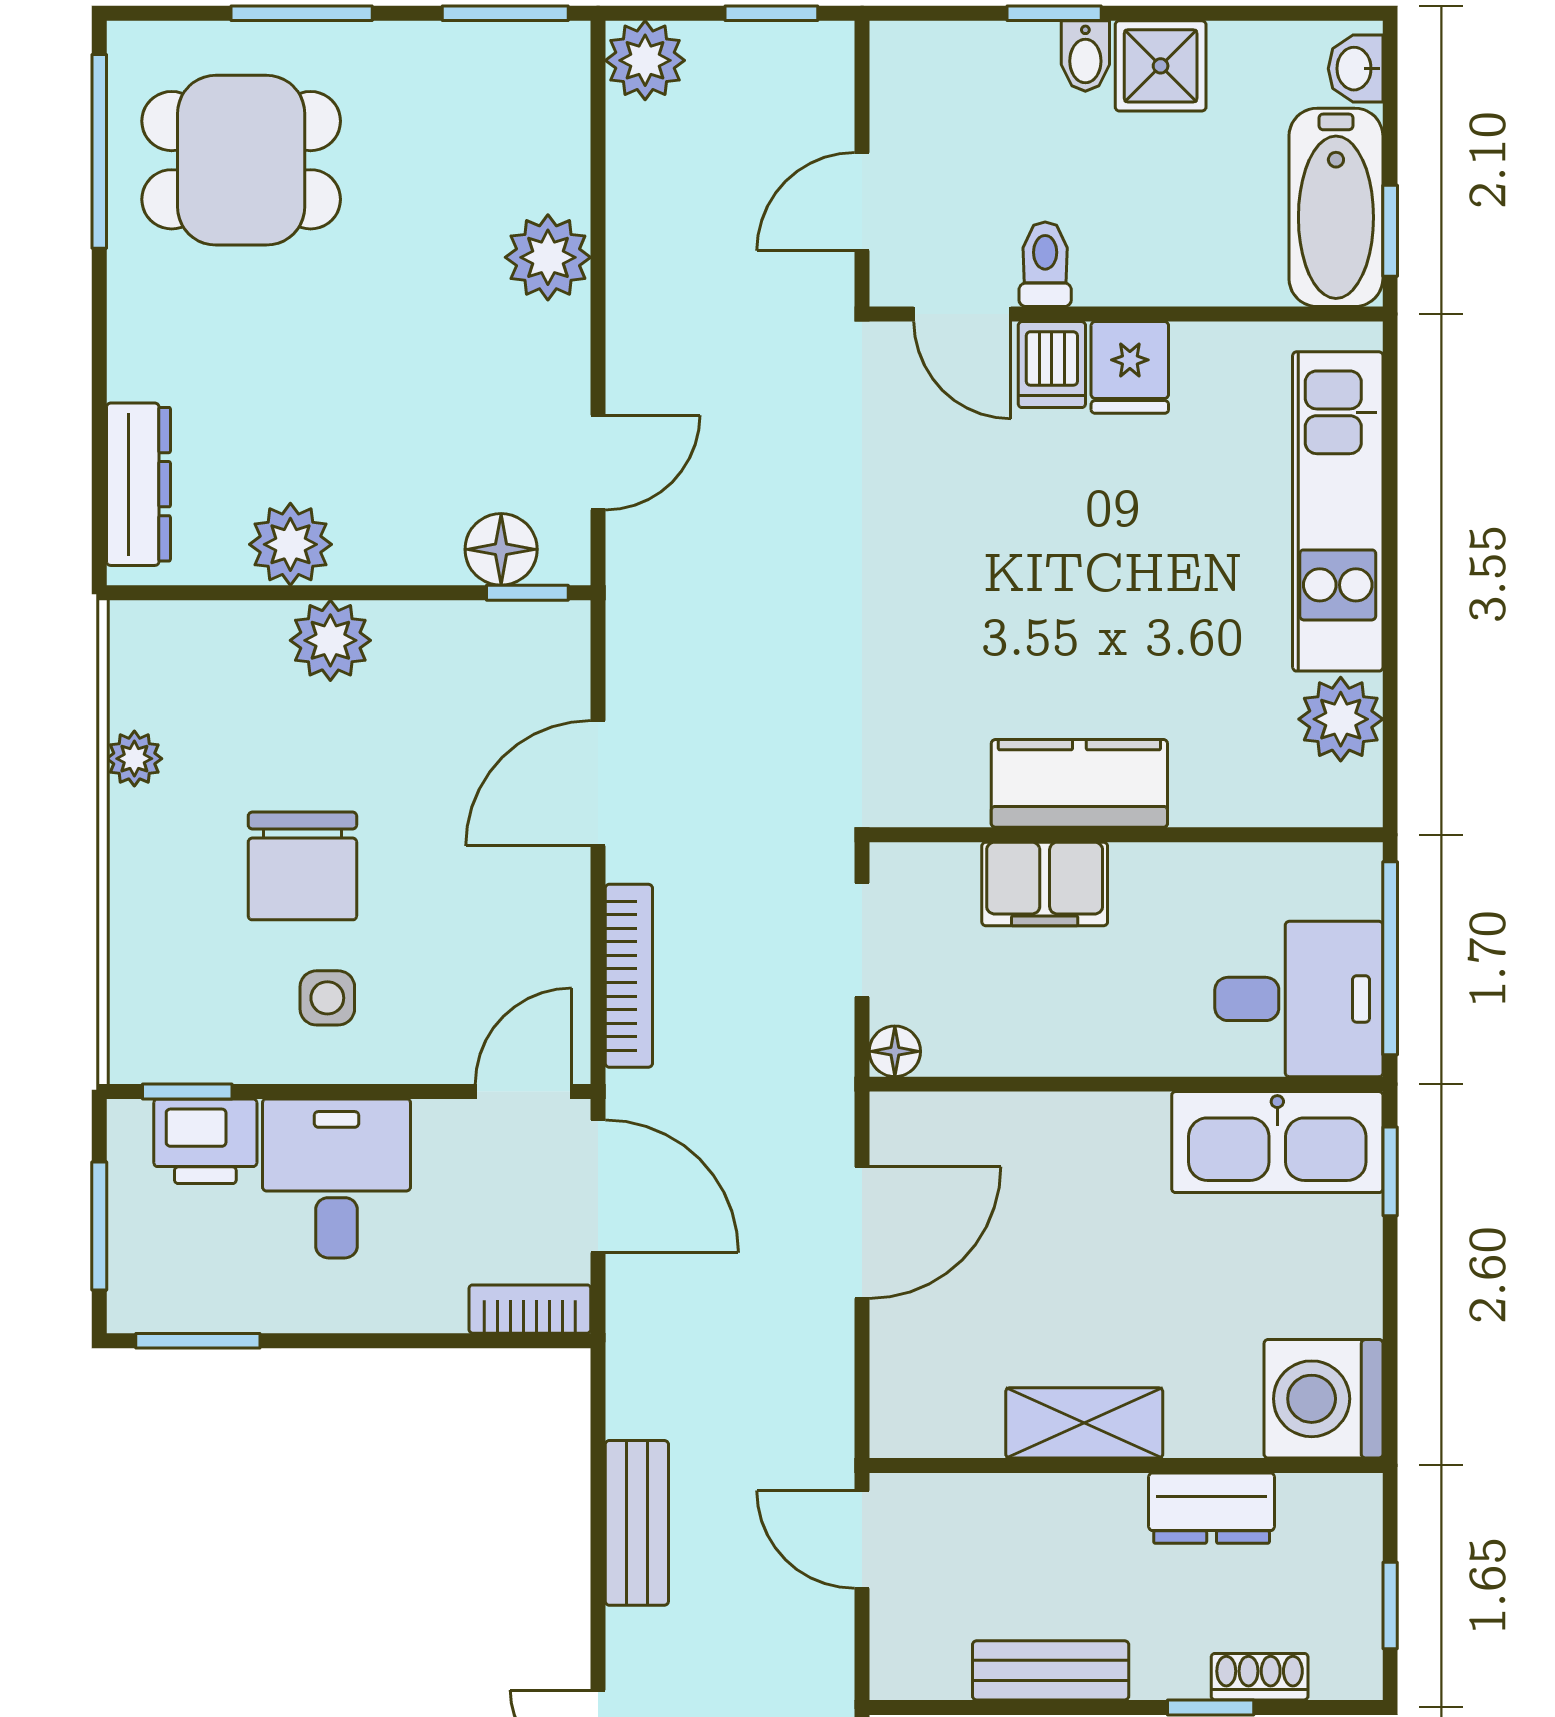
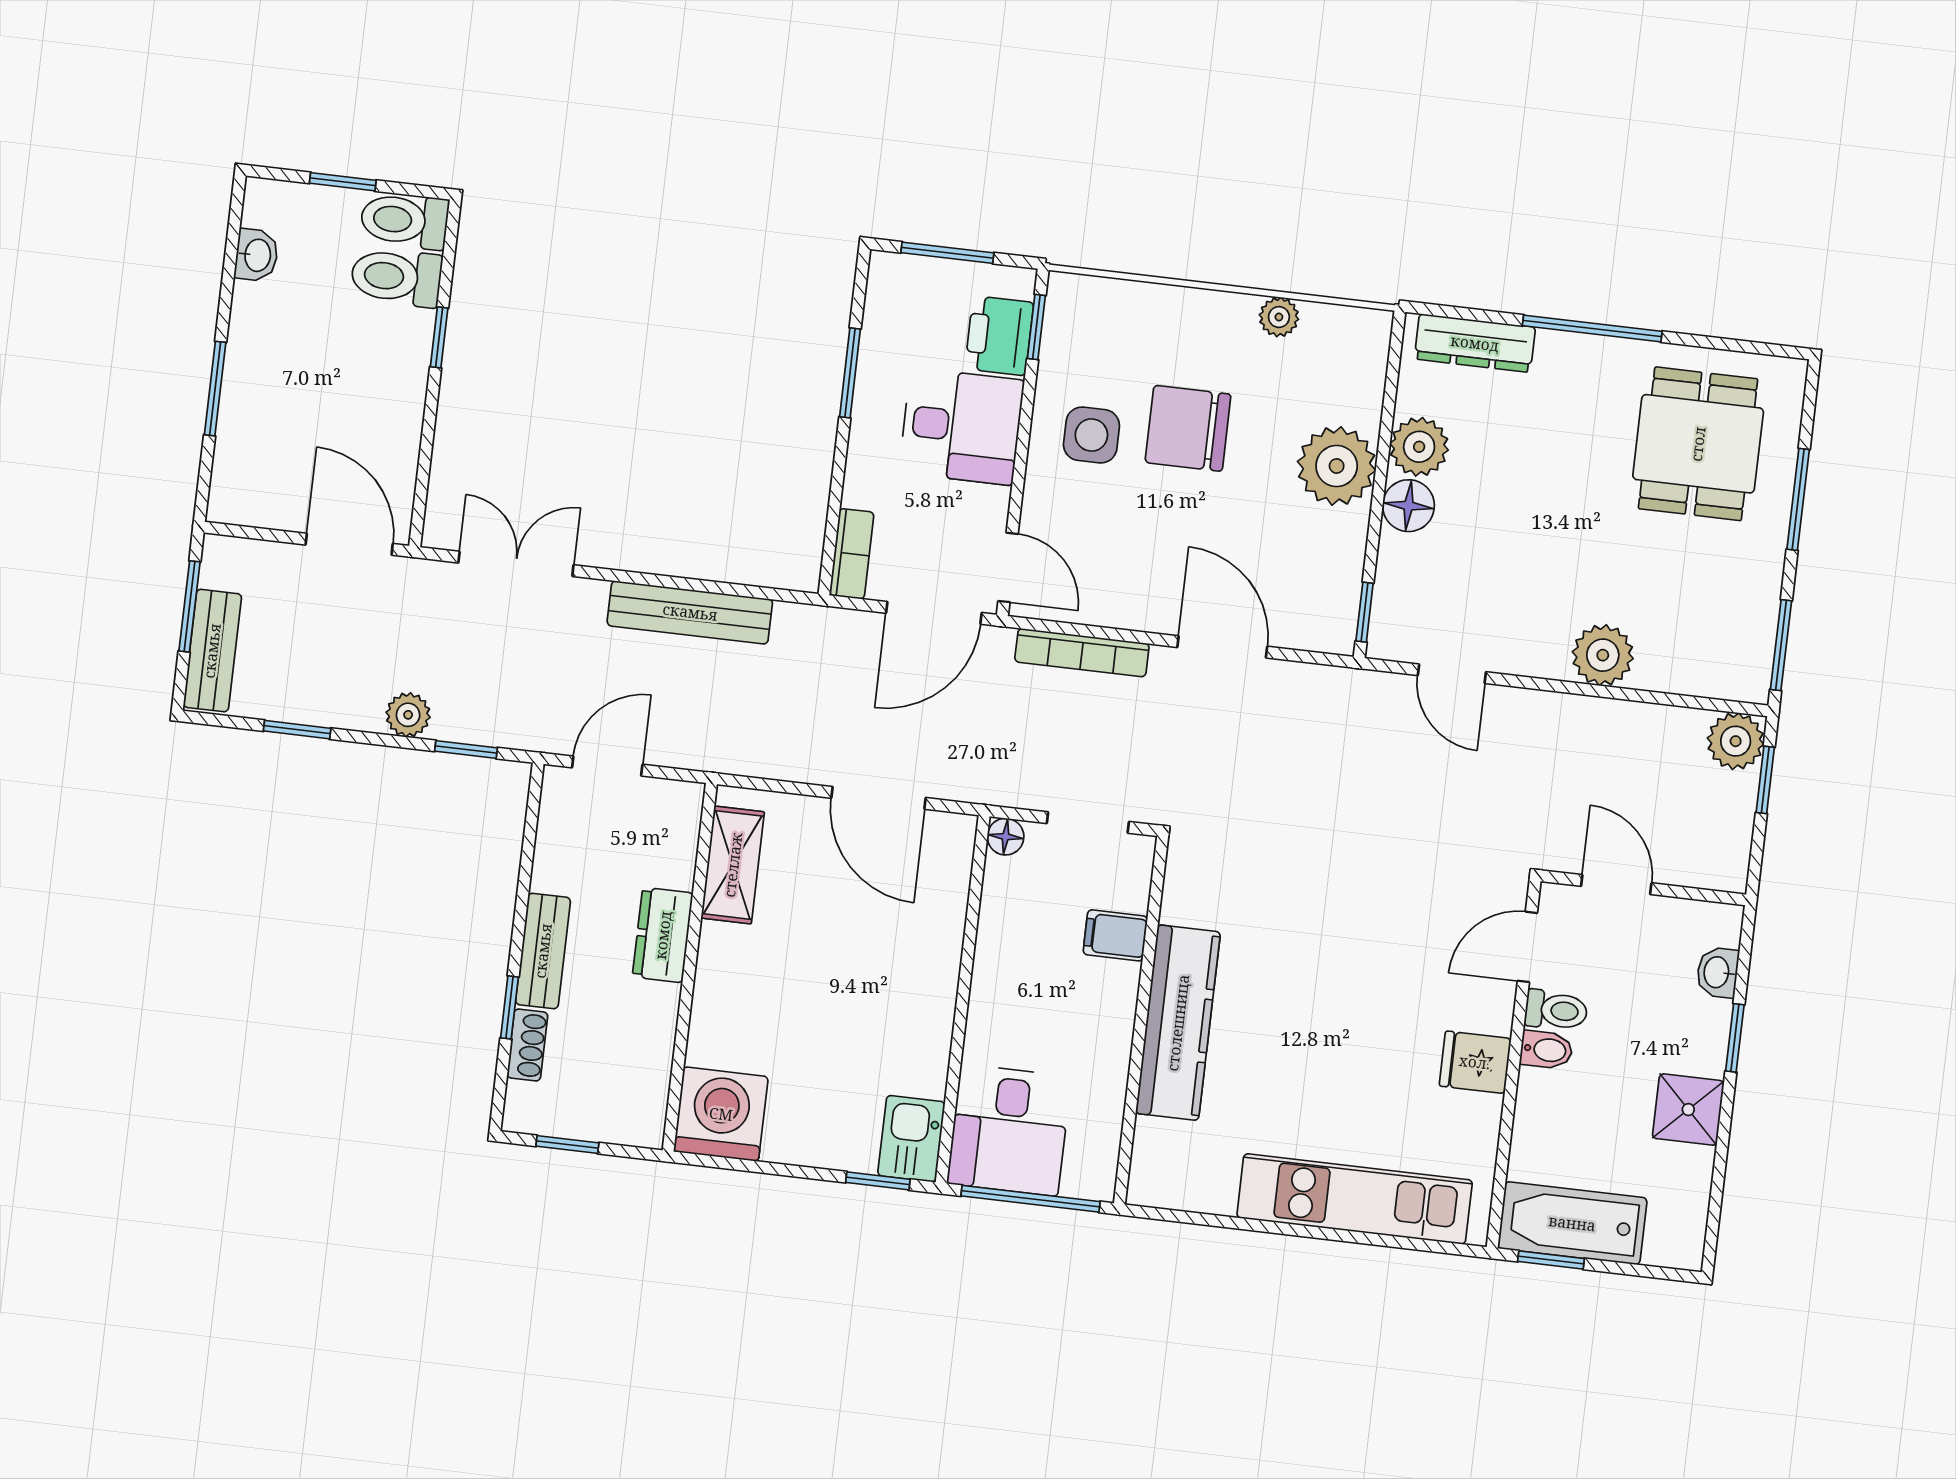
window: (771, 13) -> (1765, 780), moved
bidet: (1085, 56) -> (1546, 1050), moved, turned 180
washbasin: (1356, 69) -> (1718, 972), moved, turned -90
window: (99, 151) -> (1592, 328), moved
dishwasher: (1052, 365) -> (1484, 1007), removed
floor lamp: (501, 549) -> (1408, 506), moved
plant: (330, 640) -> (1337, 466), width x1.36, depth x1.36
plant: (1341, 719) -> (1206, 1184), removed
kitchen counter: (1079, 783) -> (1178, 1023), width x1.50
filing cabinet: (1045, 884) -> (1115, 935), width x0.50
side table: (327, 998) -> (1091, 435), width x1.37, depth x1.37
kitchen sink: (1277, 1142) -> (911, 1139), width x0.53, depth x0.81
window: (198, 1341) -> (850, 373), moved
shelving: (1084, 1423) -> (733, 865), moved
dresser: (1212, 1508) -> (663, 935), moved
bench: (637, 1523) -> (690, 612), width x1.36
door: (862, 1540) -> (607, 766), moved
bench: (1051, 1670) -> (543, 951), moved

